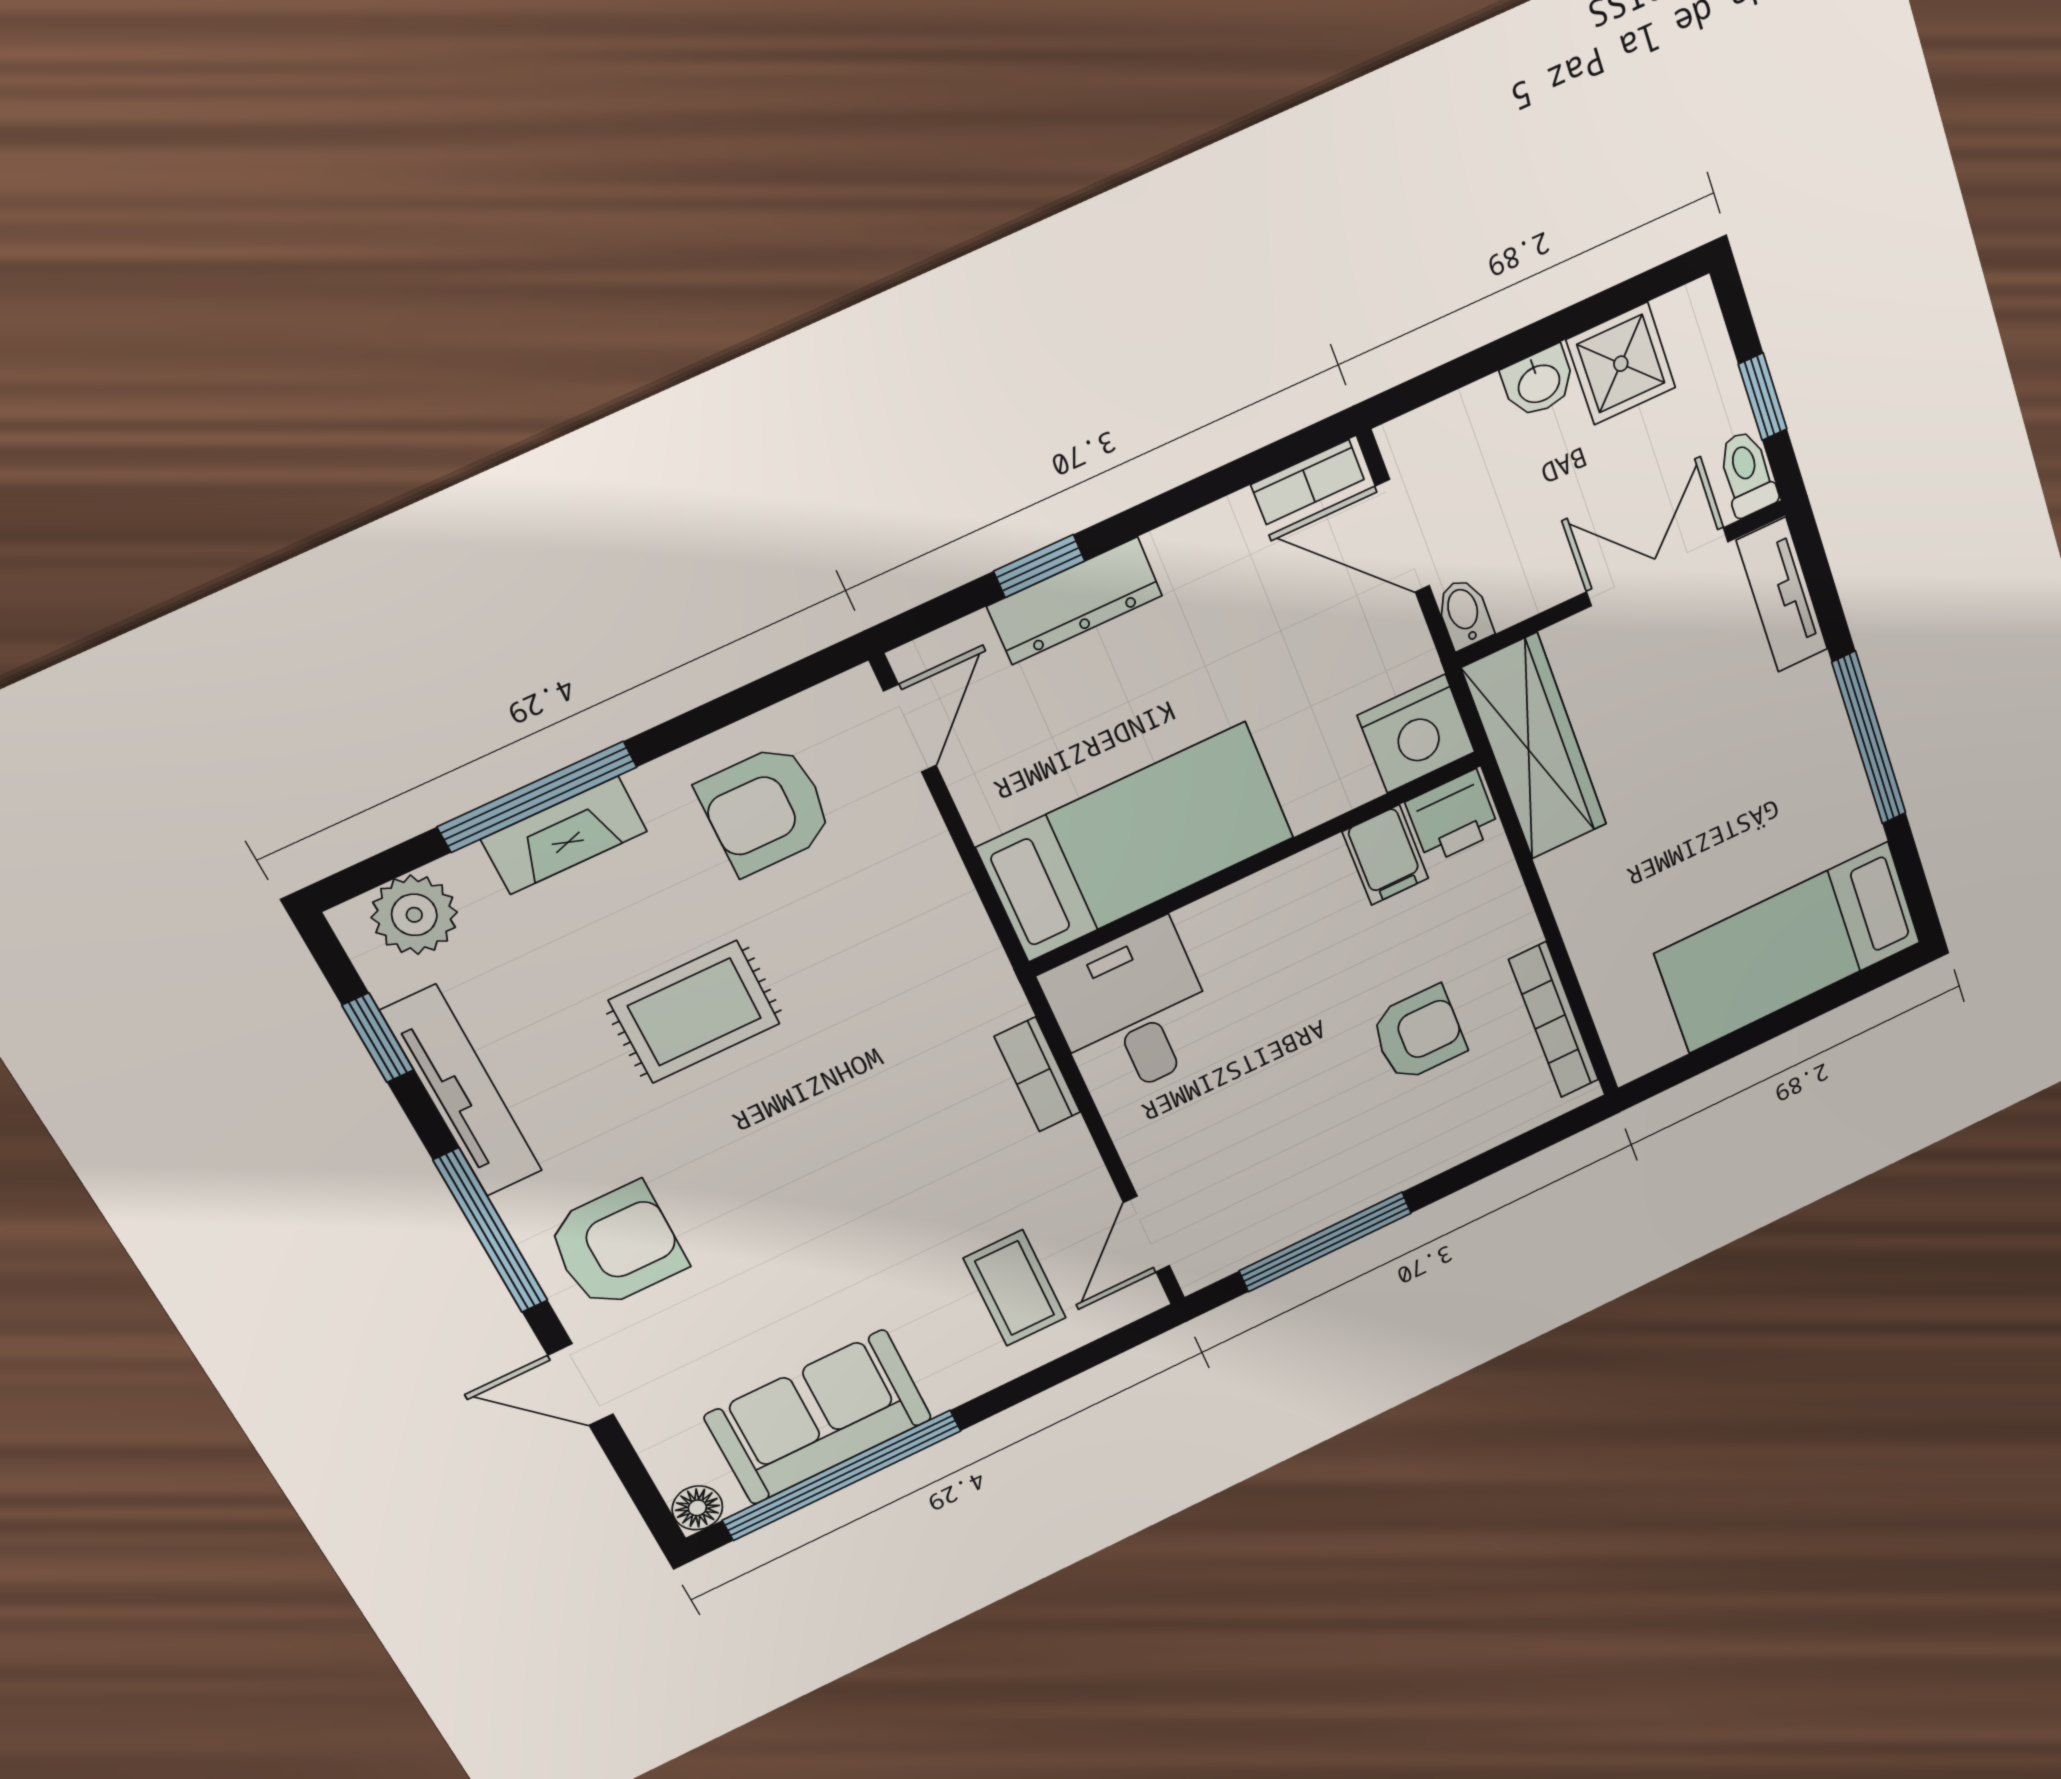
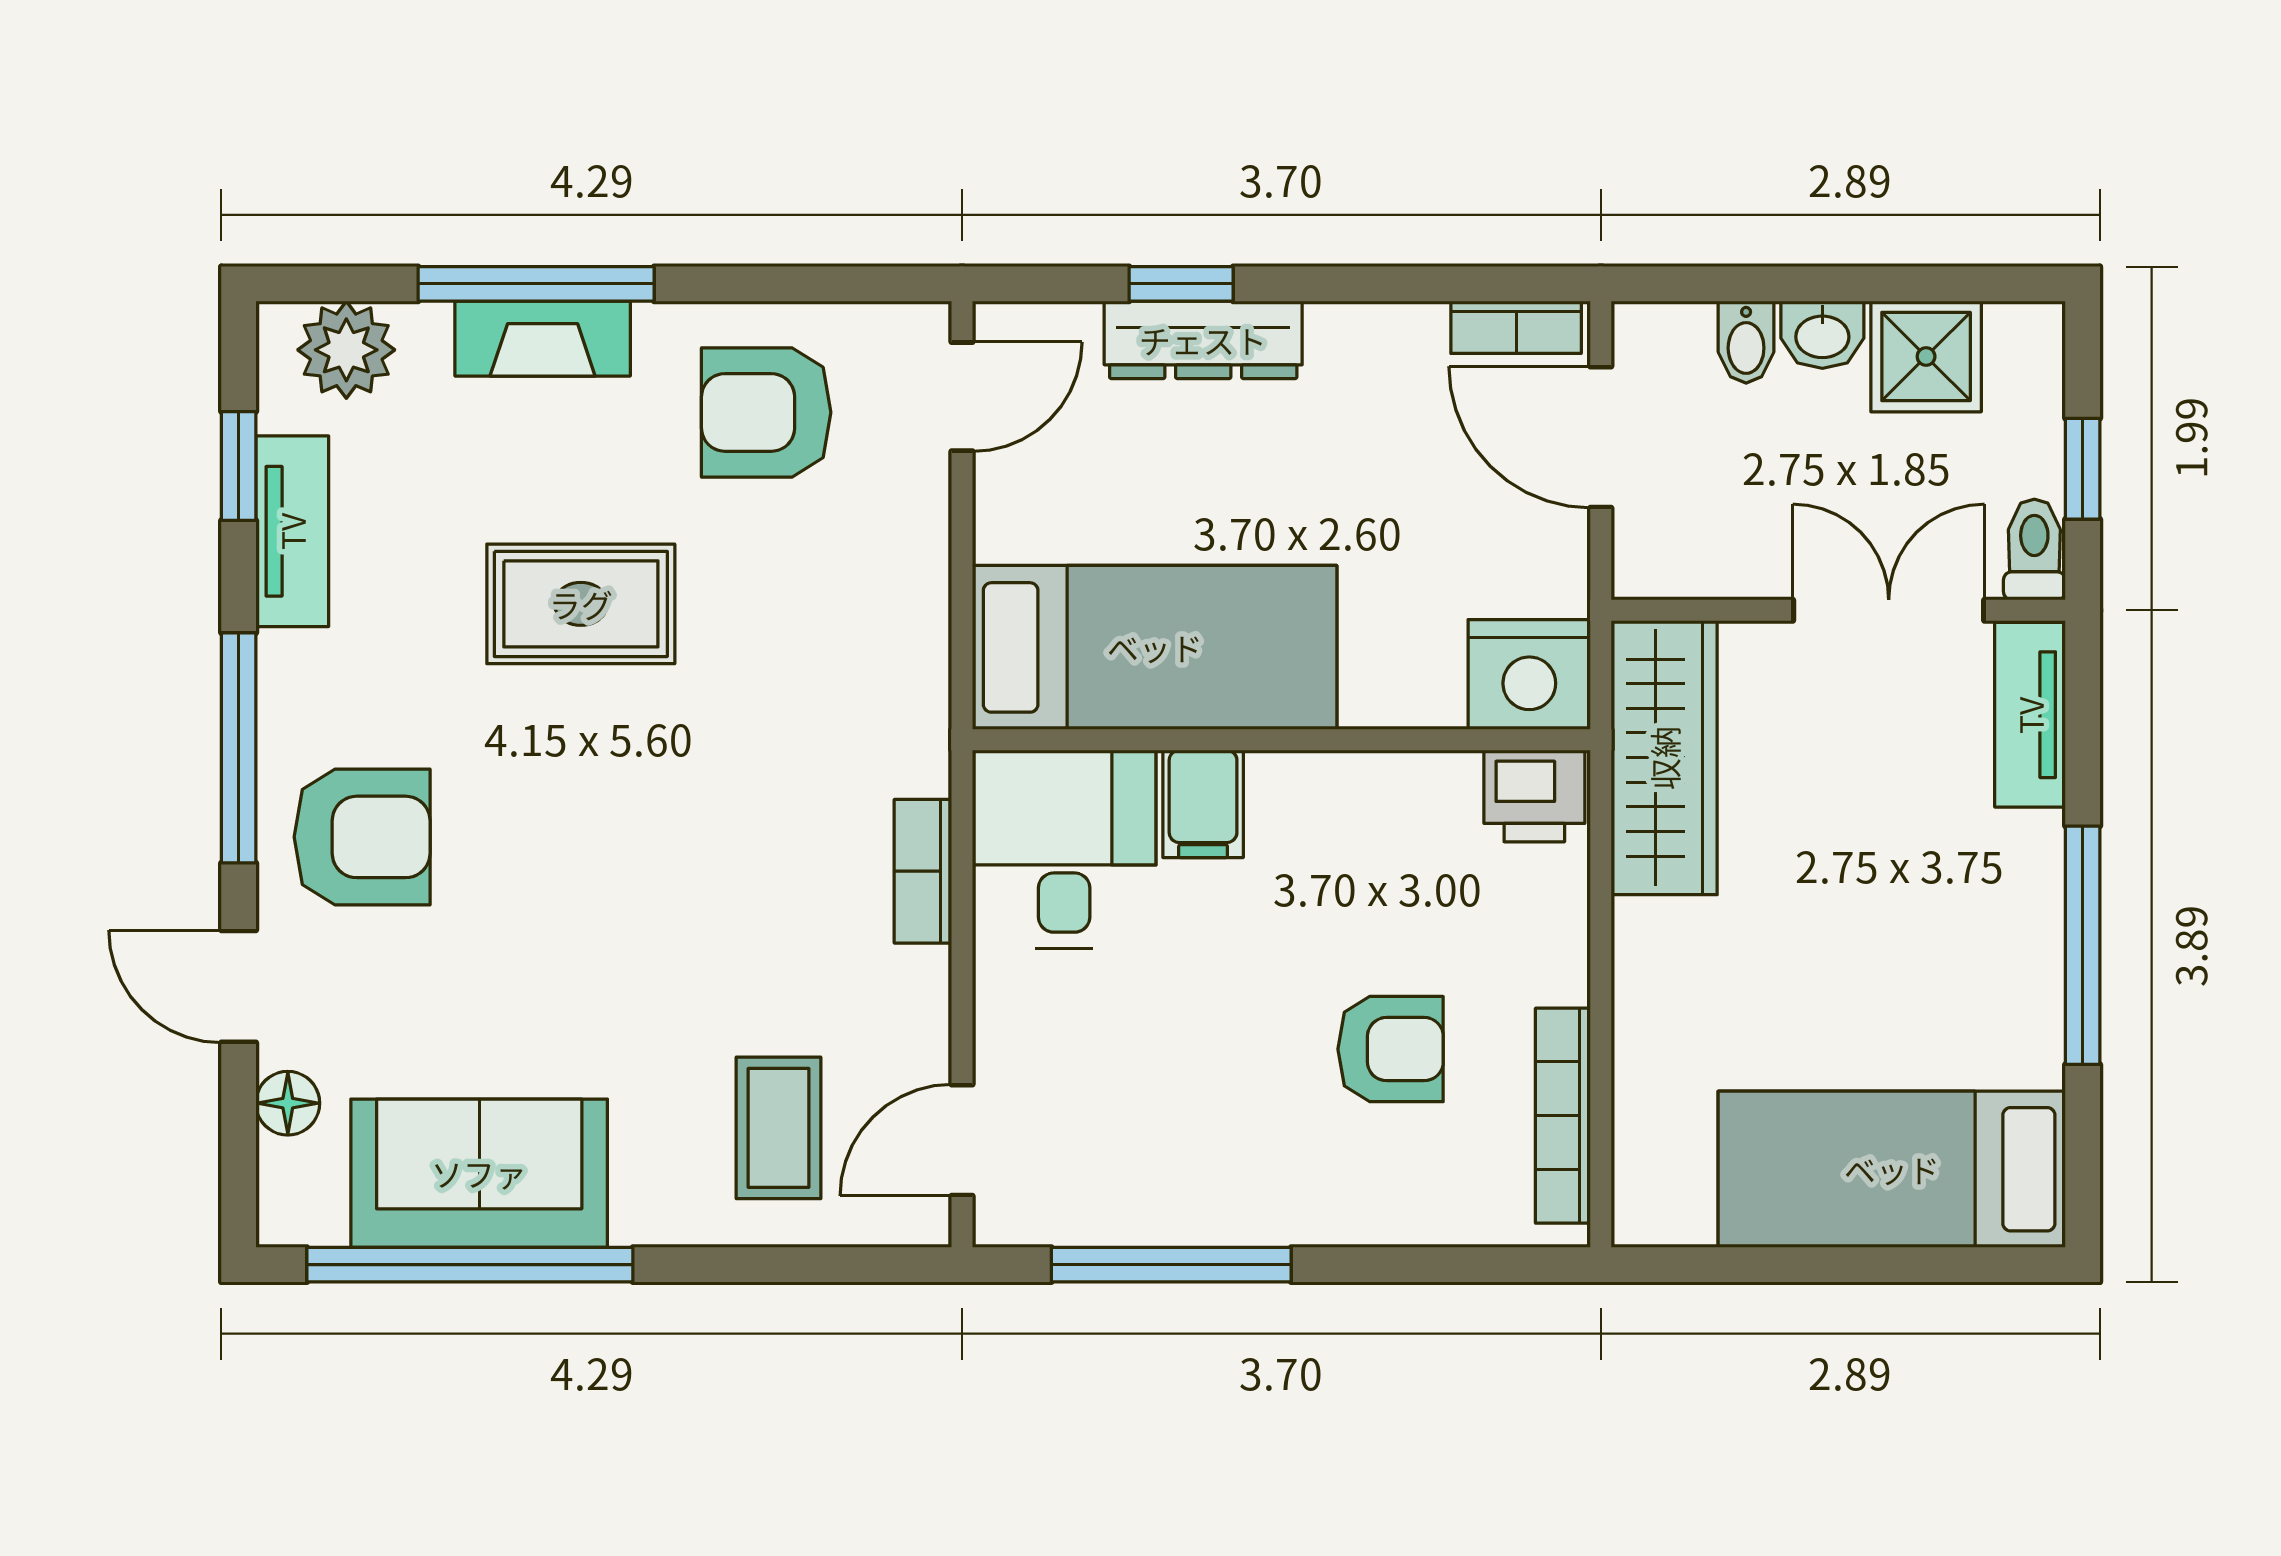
bidet: (1464, 613) -> (1746, 342), moved, turned 180
filing cabinet: (1385, 855) -> (1203, 804), moved
tv unit: (462, 1091) -> (292, 531), width x0.71
floor lamp: (697, 1508) -> (288, 1103), moved

